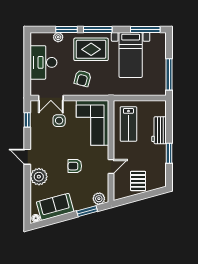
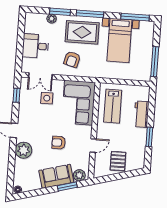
desk: (43, 62) -> (36, 46), width x0.73
sofa: (55, 207) -> (56, 176), moved

